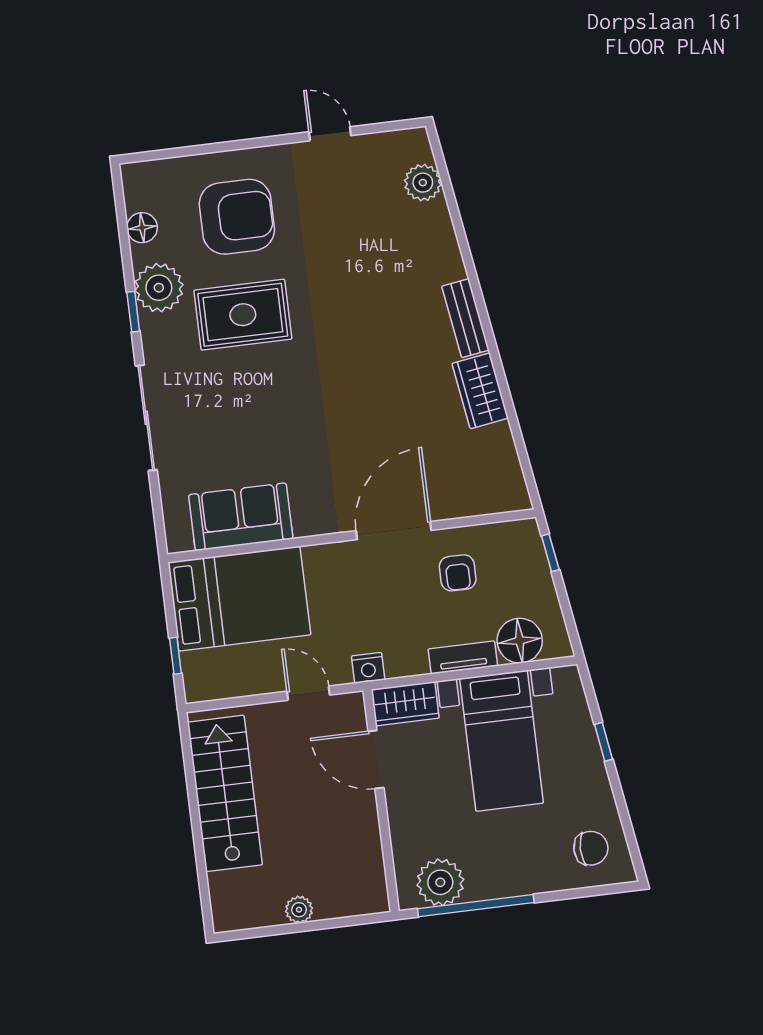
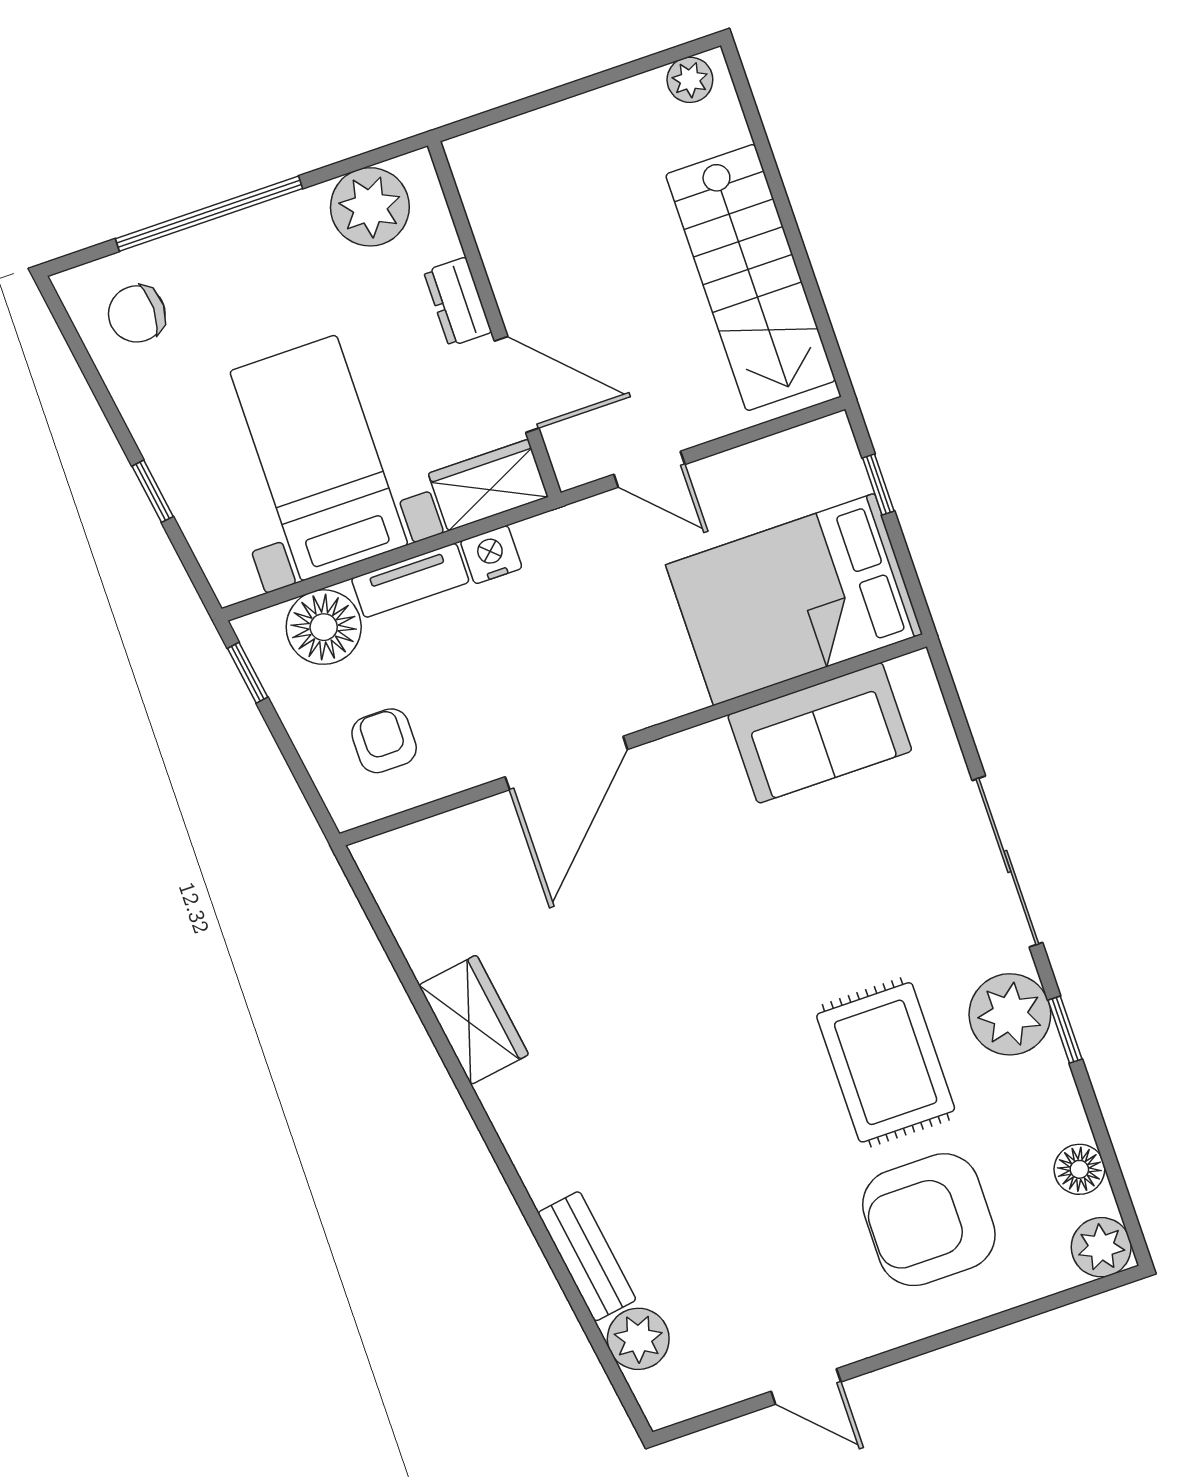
plant: (139, 179) -> (1101, 1247), added
plant: (159, 288) -> (1010, 1014), moved
rug: (243, 315) -> (886, 1062), turned 90
bench: (465, 318) -> (587, 1256), moved
window: (550, 553) -> (248, 673), moved
armchair: (458, 573) -> (384, 741), moved
nightstand: (368, 668) -> (491, 555), moved
dresser: (400, 816) -> (458, 302), added
window: (476, 906) -> (209, 214), moved
plant: (299, 910) -> (690, 80), moved

